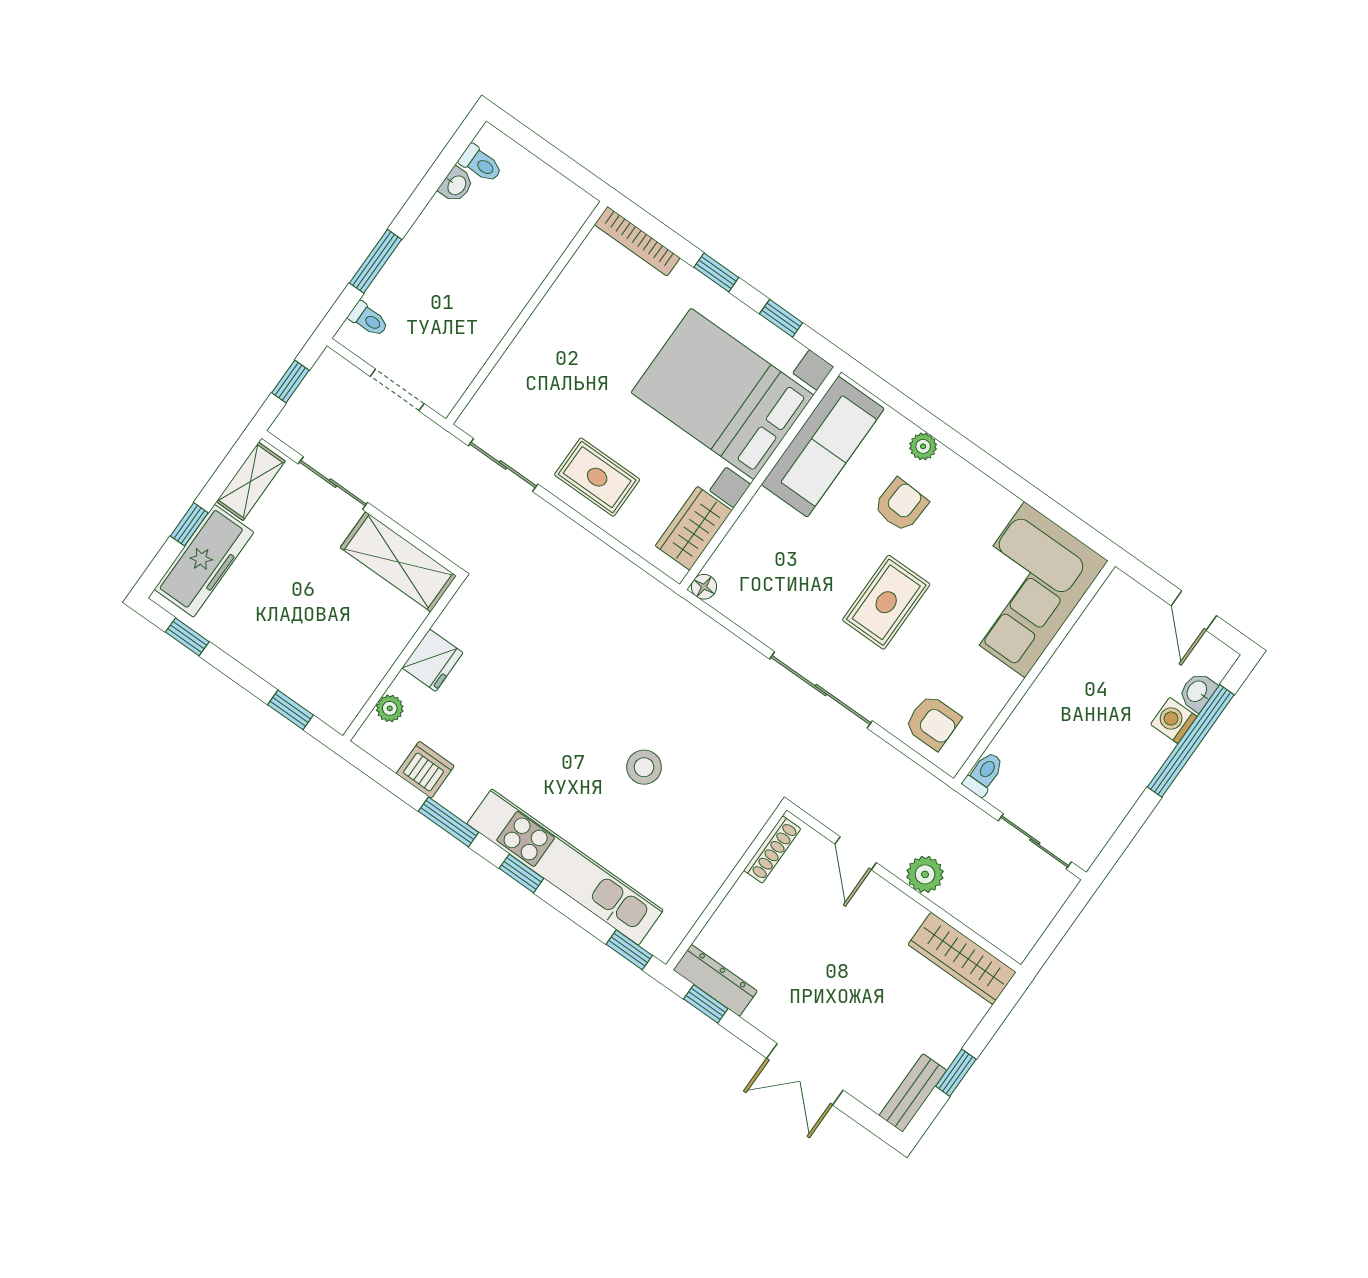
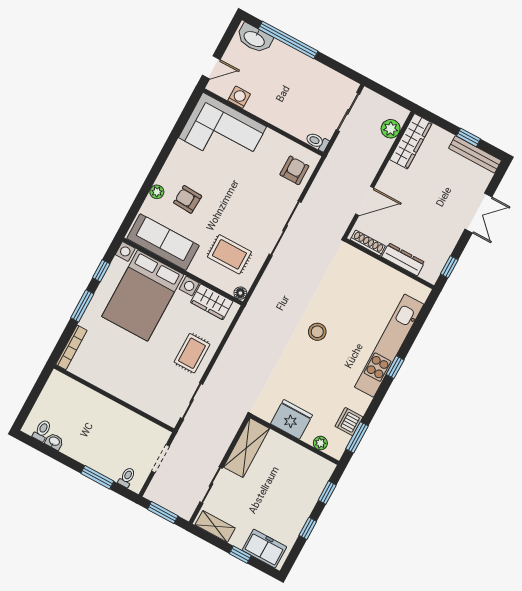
window: (716, 272) -> (82, 306), width x1.50
window: (290, 381) -> (163, 513), width x1.50
freezer: (204, 561) -> (264, 549), width x0.71
rug: (886, 602) -> (229, 254), moved
door: (1194, 611) -> (211, 67), moved
window: (187, 637) -> (308, 528), moved
fridge: (432, 660) -> (292, 419), width x1.36, depth x1.34
washbasin: (1197, 692) -> (254, 39), width x1.91, depth x1.45
washing machine: (1174, 720) -> (239, 97), moved, turned 180
stool: (644, 767) -> (317, 332), moved
window: (449, 822) -> (357, 437), moved
door: (856, 853) -> (365, 201), width x1.38
plant: (925, 874) -> (391, 129), moved
window: (629, 950) -> (427, 308), removed
dresser: (715, 980) -> (403, 259), moved, turned 90
bench: (913, 1093) -> (475, 154), width x1.36

